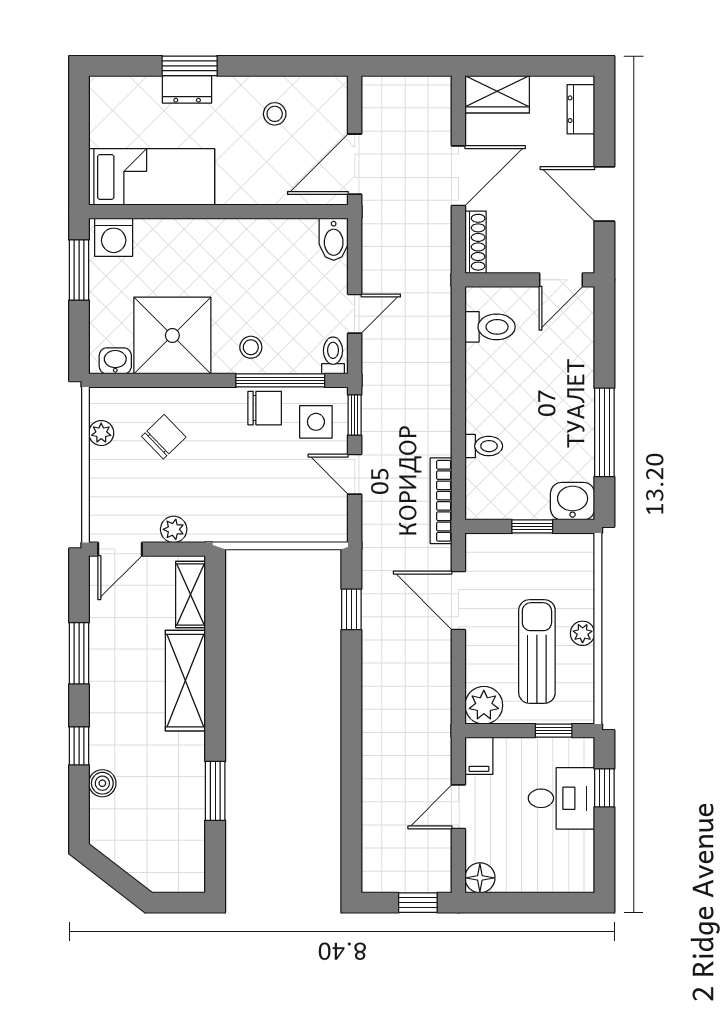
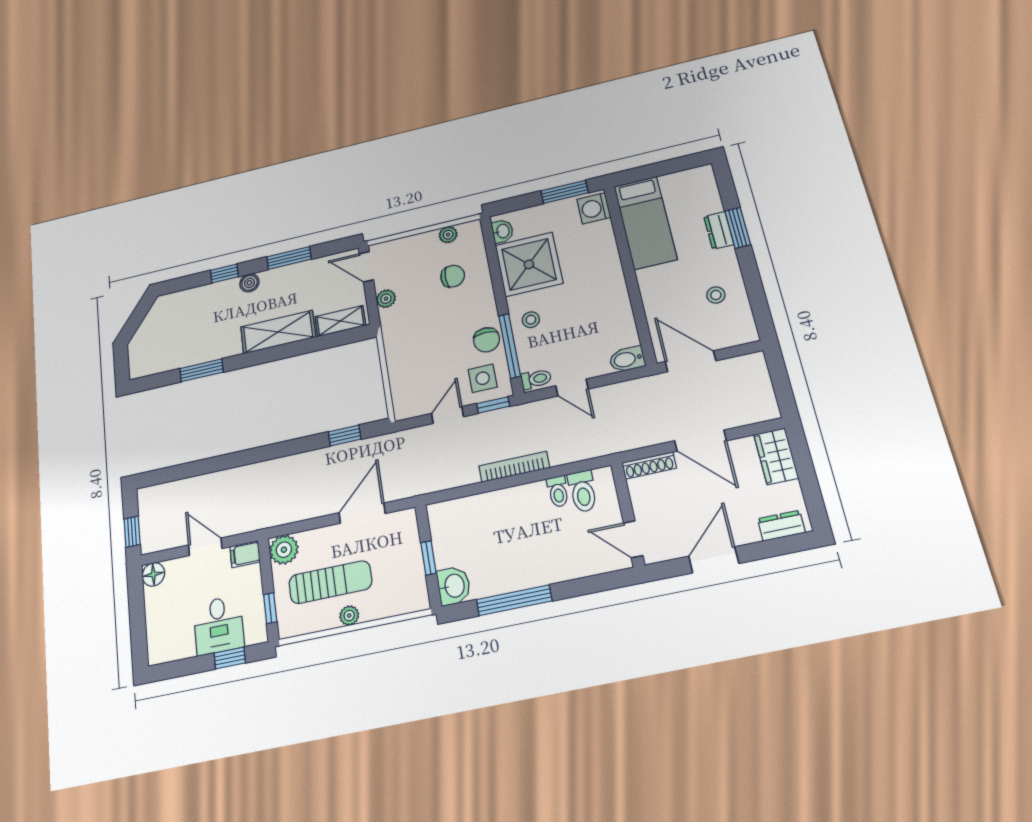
chair: (164, 437) -> (453, 276), turned -46
toilet: (484, 446) -> (558, 491), moved
bookcase: (441, 501) -> (514, 467), moved
boiler: (102, 783) -> (249, 283), moved

